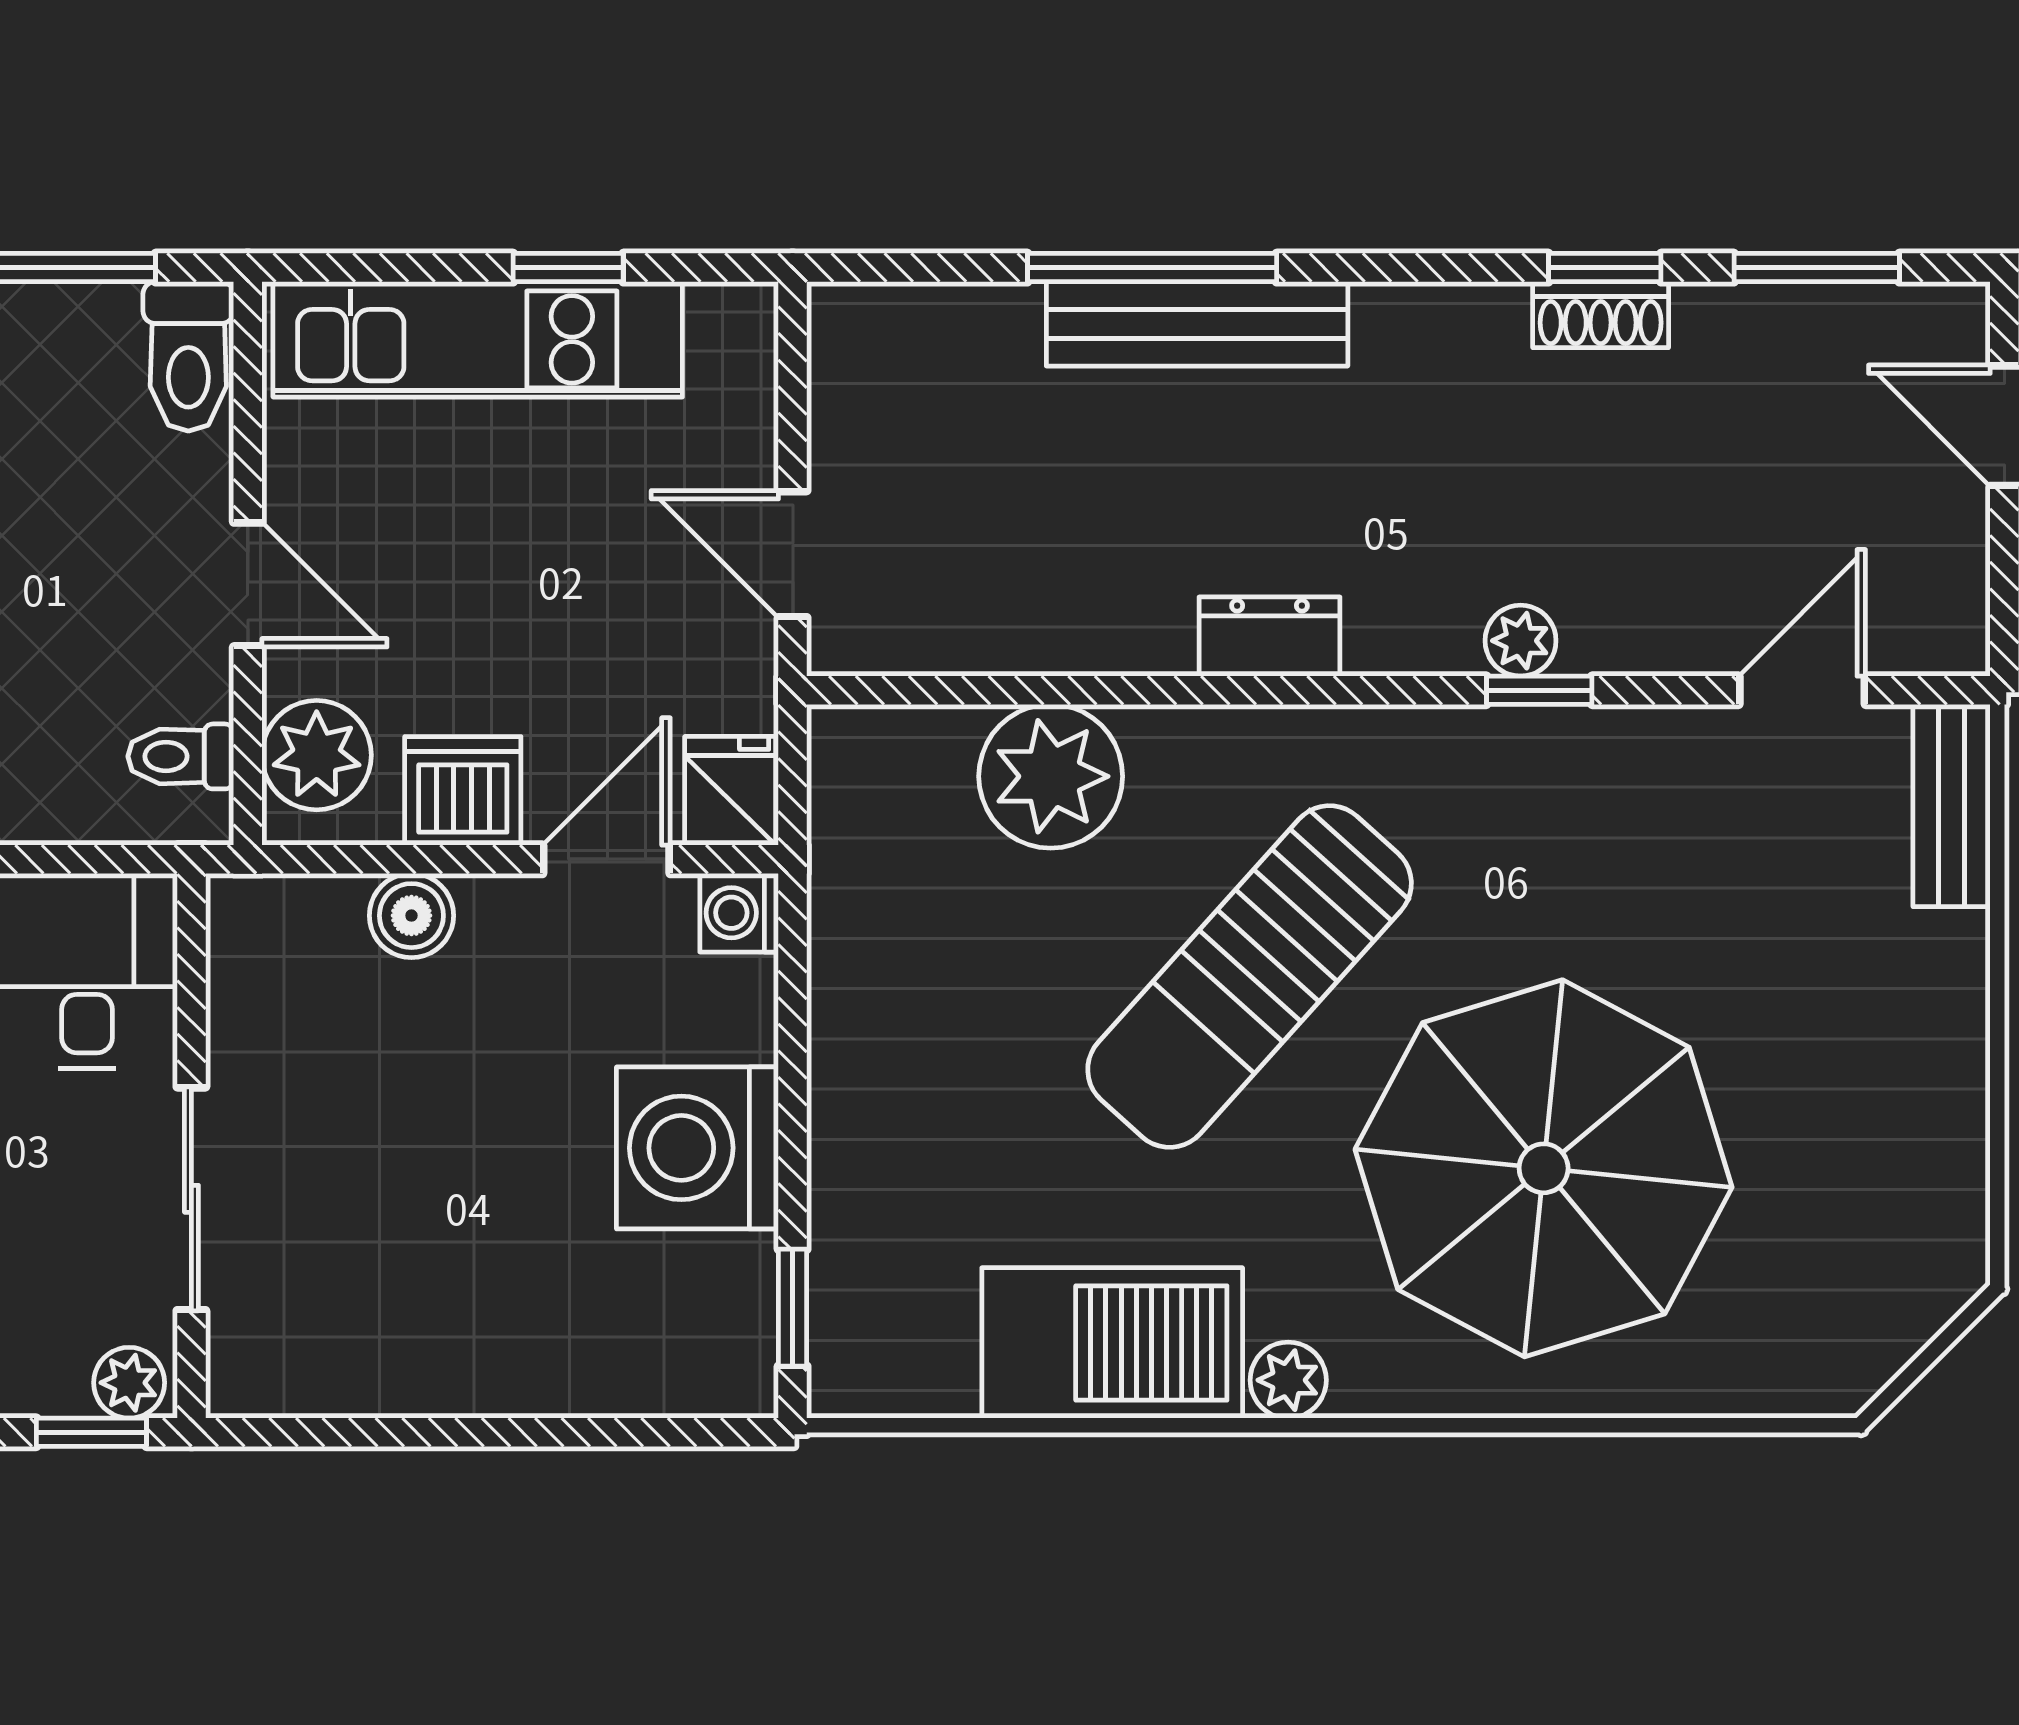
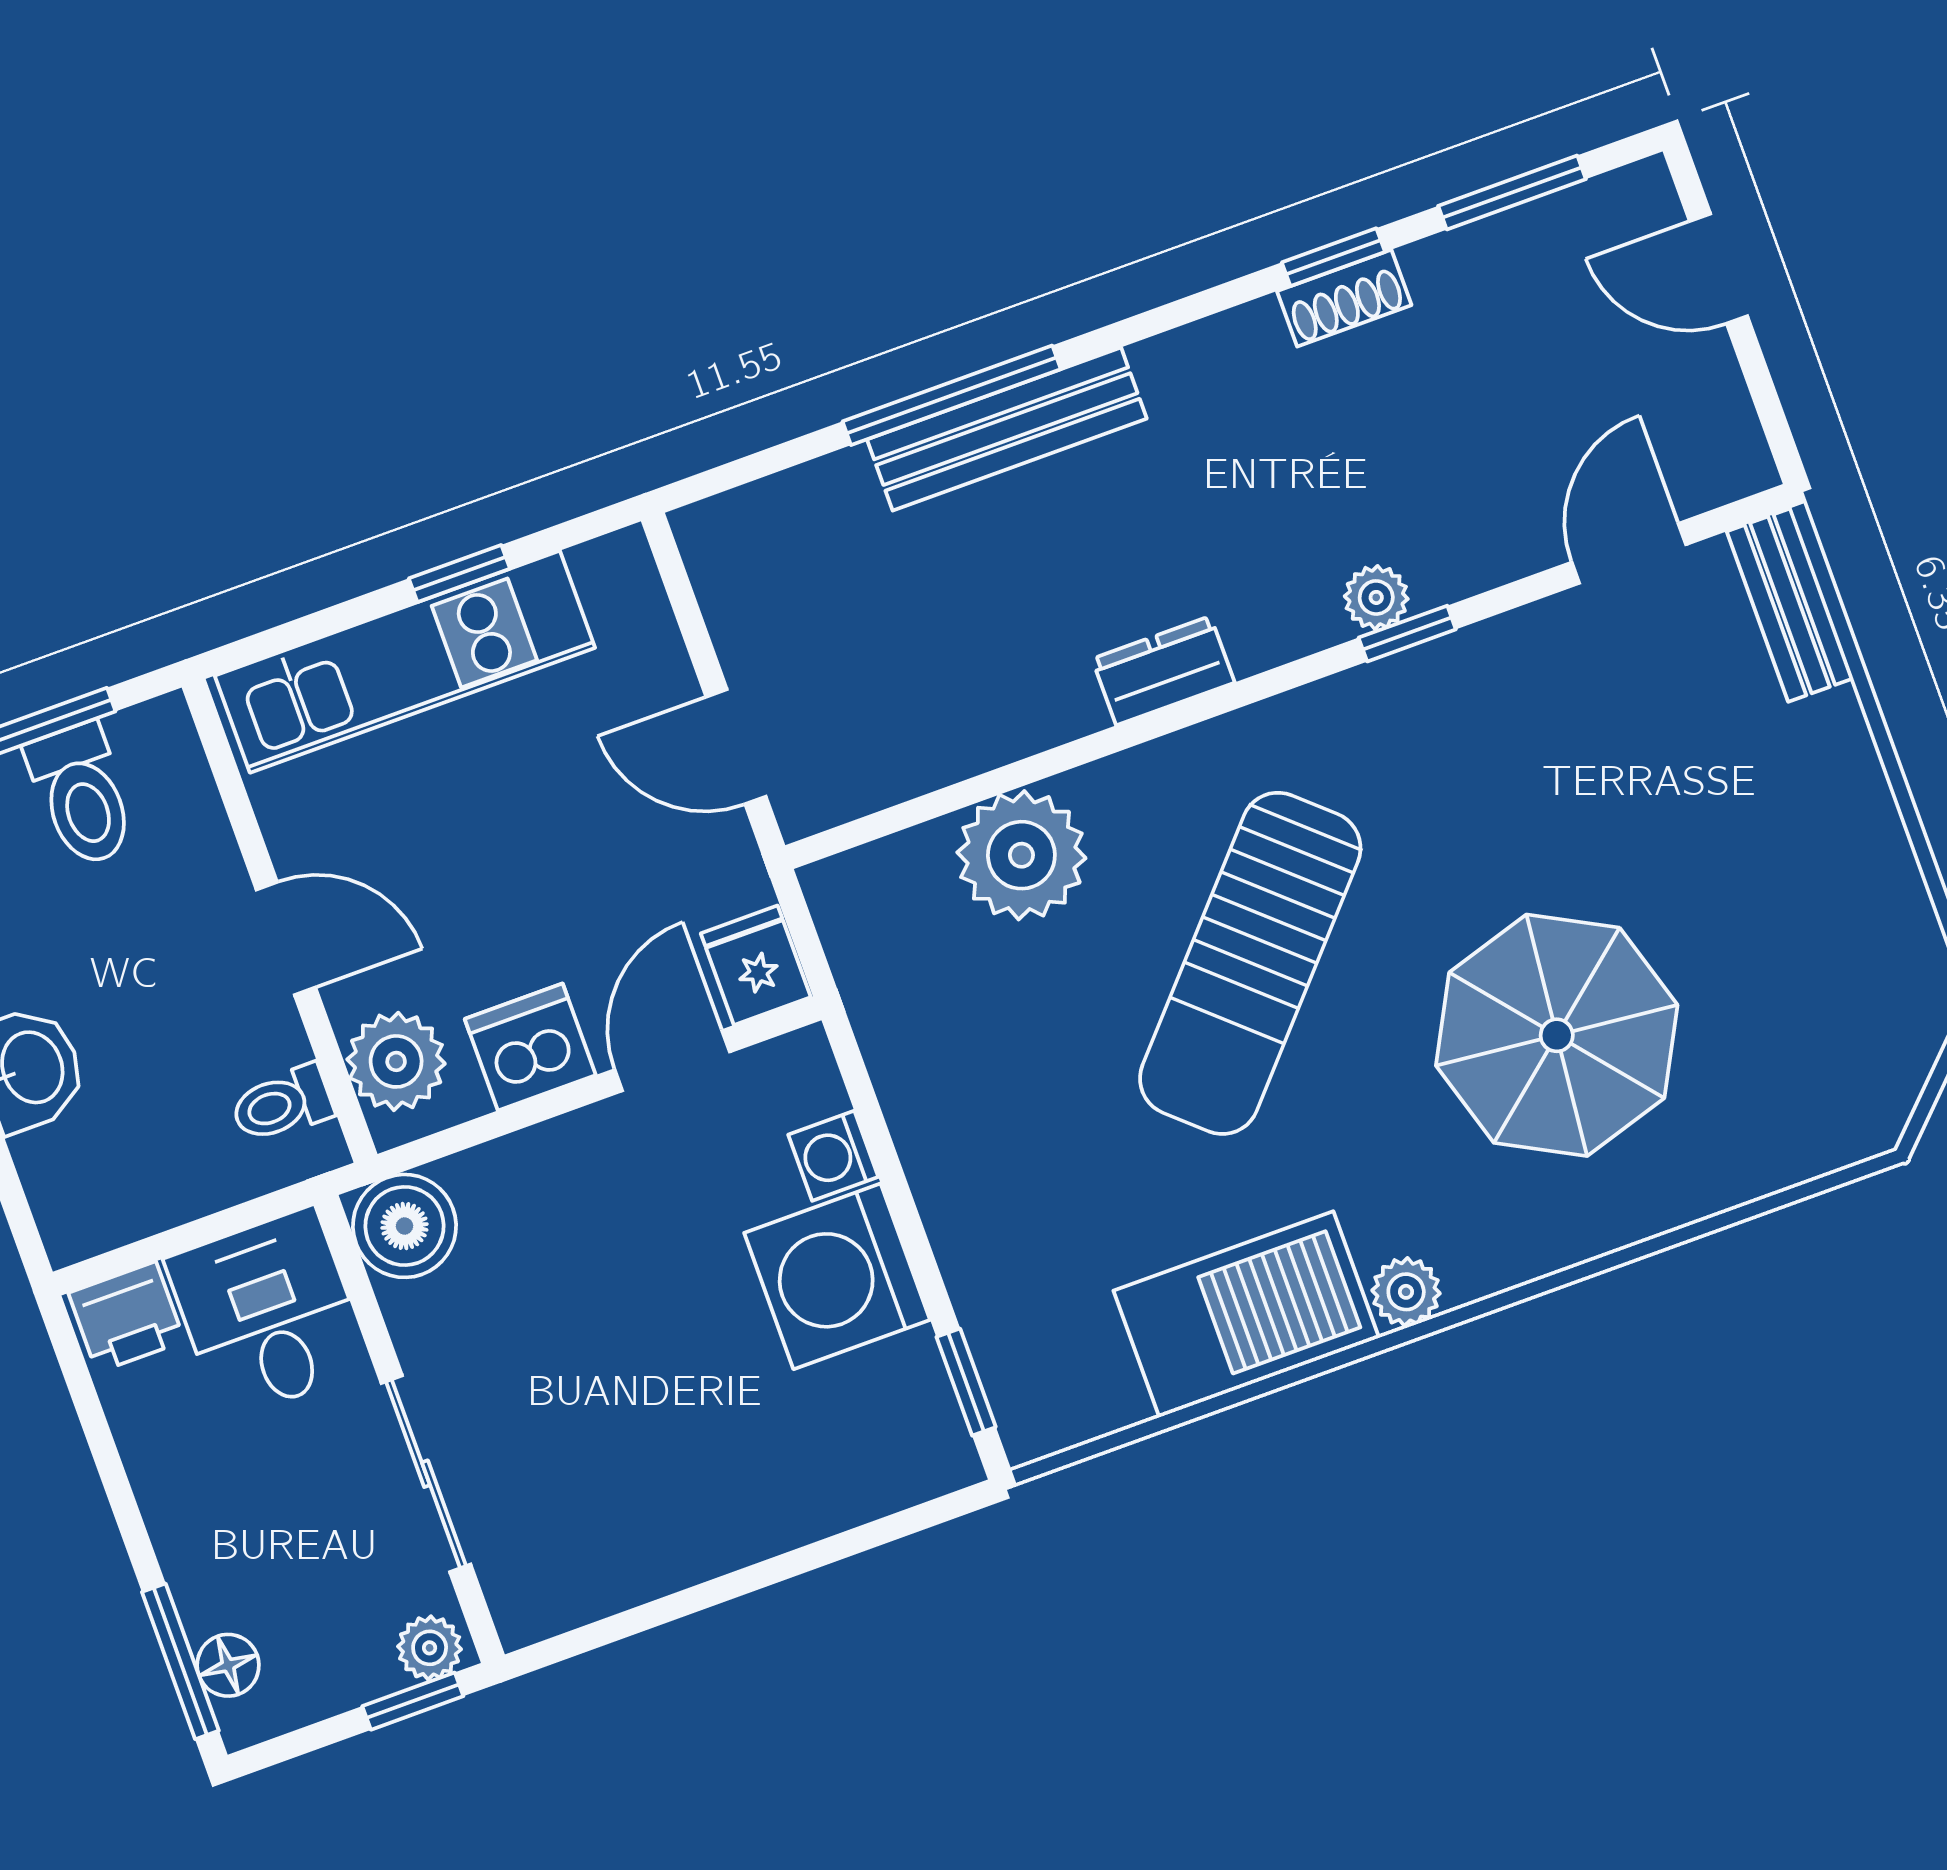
toilet: (188, 356) -> (82, 795), moved
washing machine: (739, 913) -> (833, 1156), moved
boiler: (411, 916) -> (405, 1226), moved, width x1.36, depth x1.36
parasol: (1544, 1168) -> (1557, 1035), width x0.73, depth x0.73

